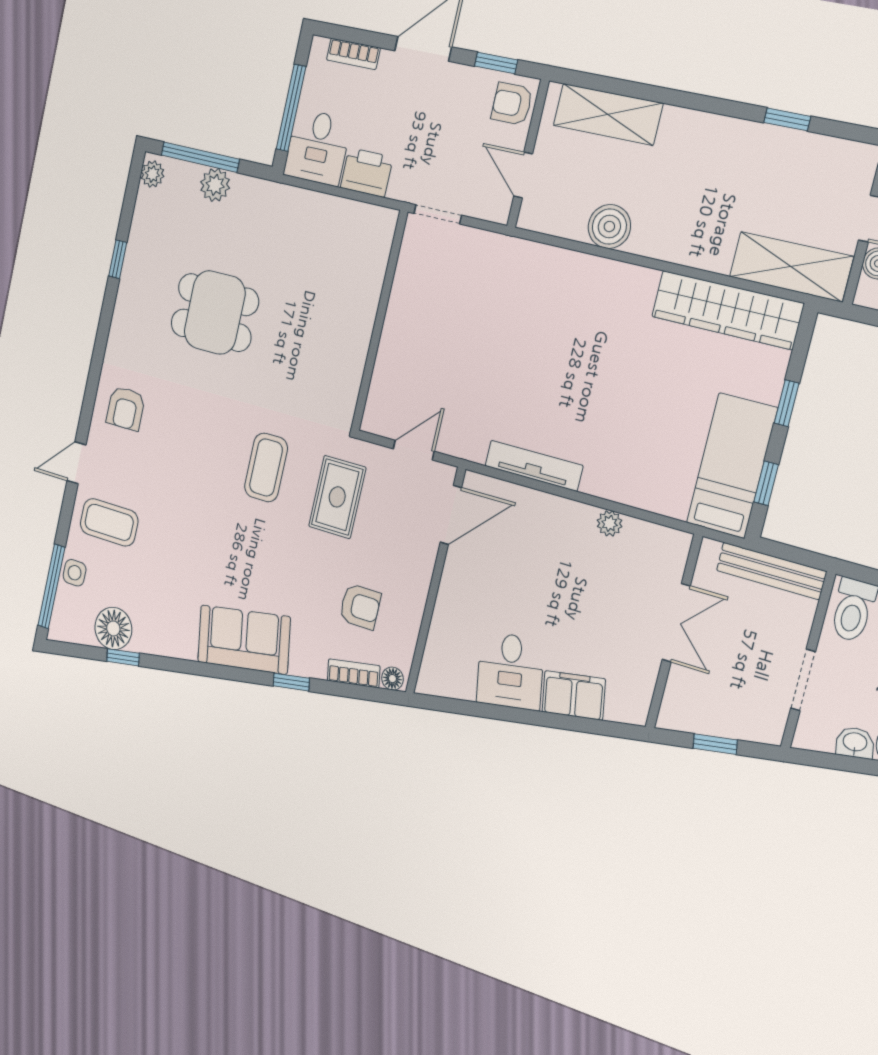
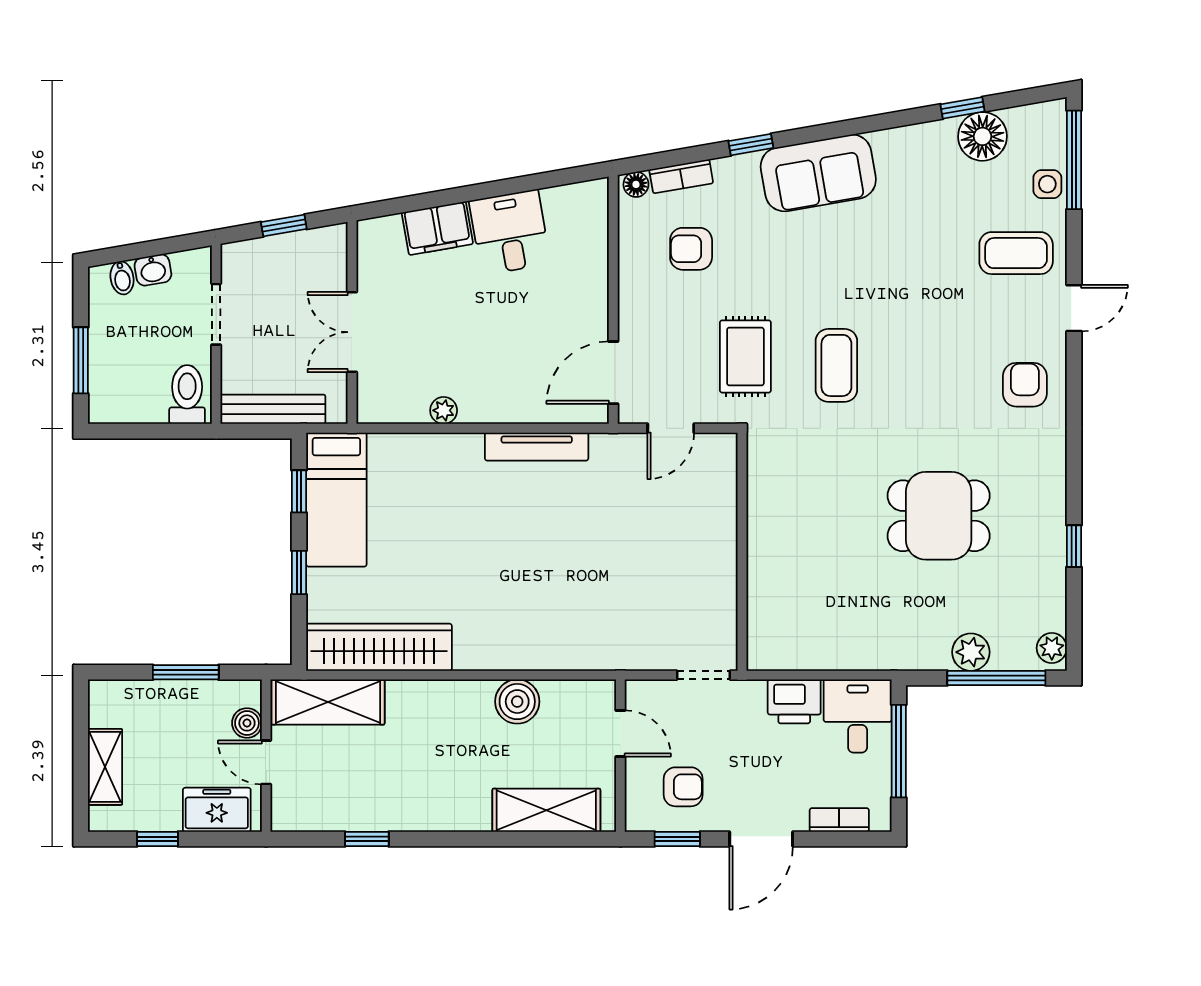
armchair: (512, 104) -> (683, 787), moved

